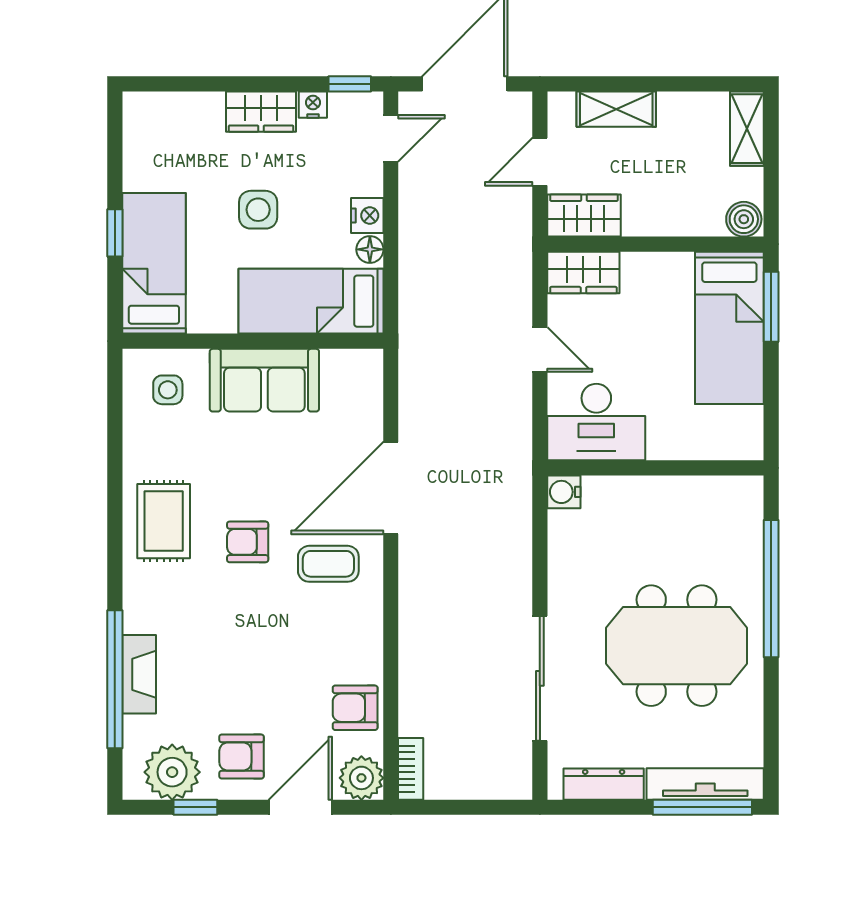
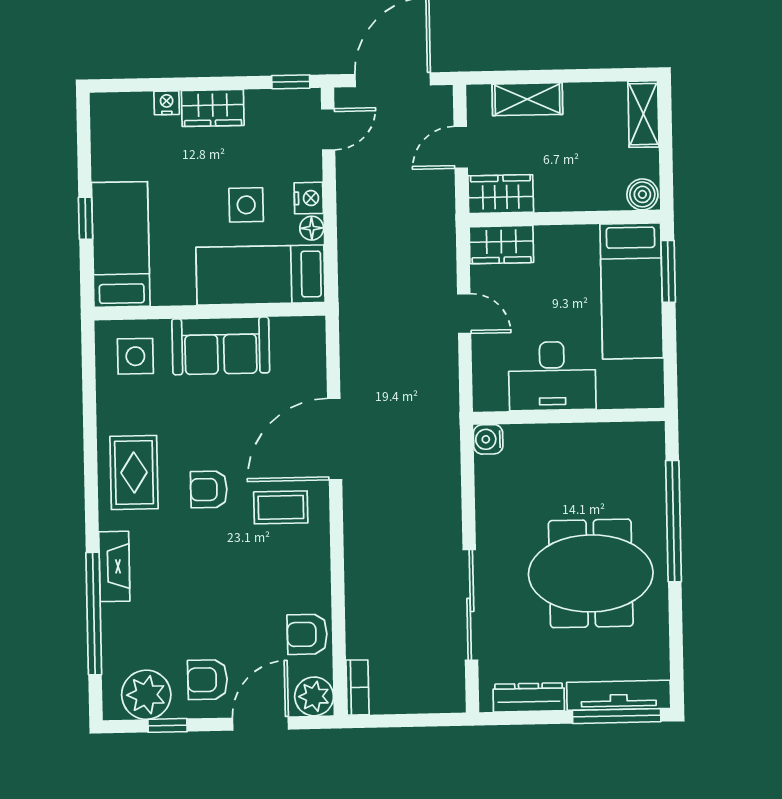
nightstand: (313, 105) -> (167, 103), moved
side table: (258, 210) -> (246, 205), moved
side table: (168, 390) -> (135, 356), width x1.37, depth x1.37
desk: (596, 422) -> (552, 376), moved
fireplace: (139, 674) -> (114, 566), moved

